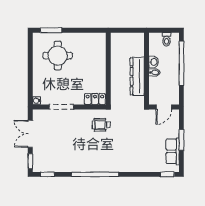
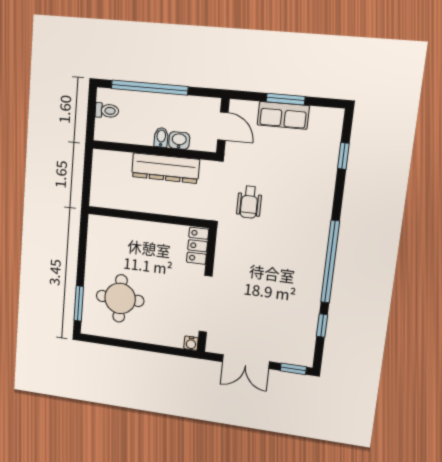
washbasin: (154, 62) -> (179, 140), moved
doorway: (61, 107) -> (206, 304), width x1.36
wheelchair: (101, 125) -> (249, 202), moved
row of seats: (173, 151) -> (283, 115), moved
window: (47, 174) -> (322, 326), moved
window: (167, 174) -> (343, 156), moved

